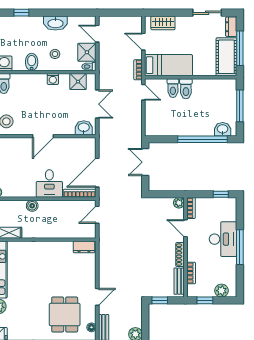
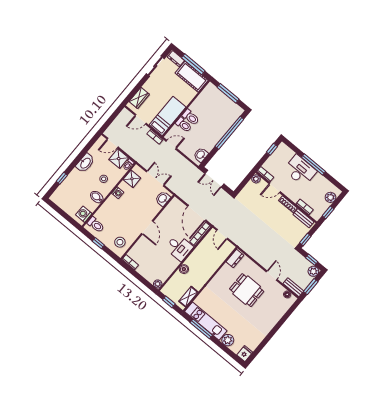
washbasin: (223, 129) -> (201, 155), moved
dining table: (65, 315) -> (247, 290), moved
window: (145, 323) -> (312, 260), added

